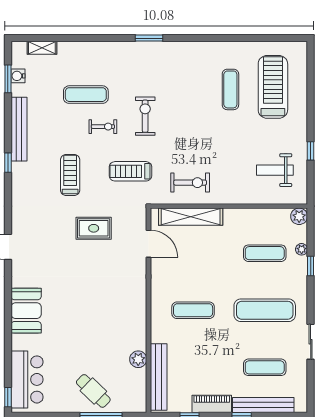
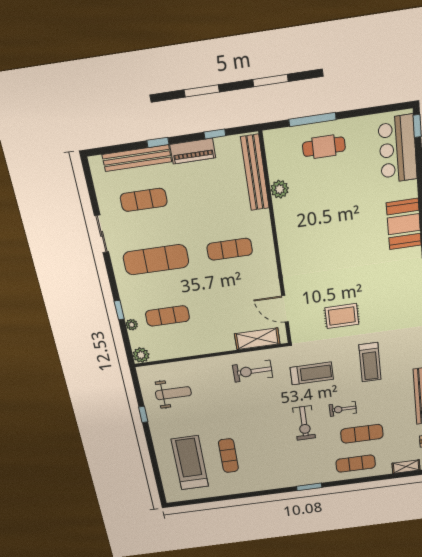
exercise mat: (96, 59) -> (356, 464), added
treadmill: (273, 87) -> (190, 463), turned 180
shelving: (191, 217) -> (257, 339), width x0.68
cafe table: (93, 391) -> (324, 147), turned -44

